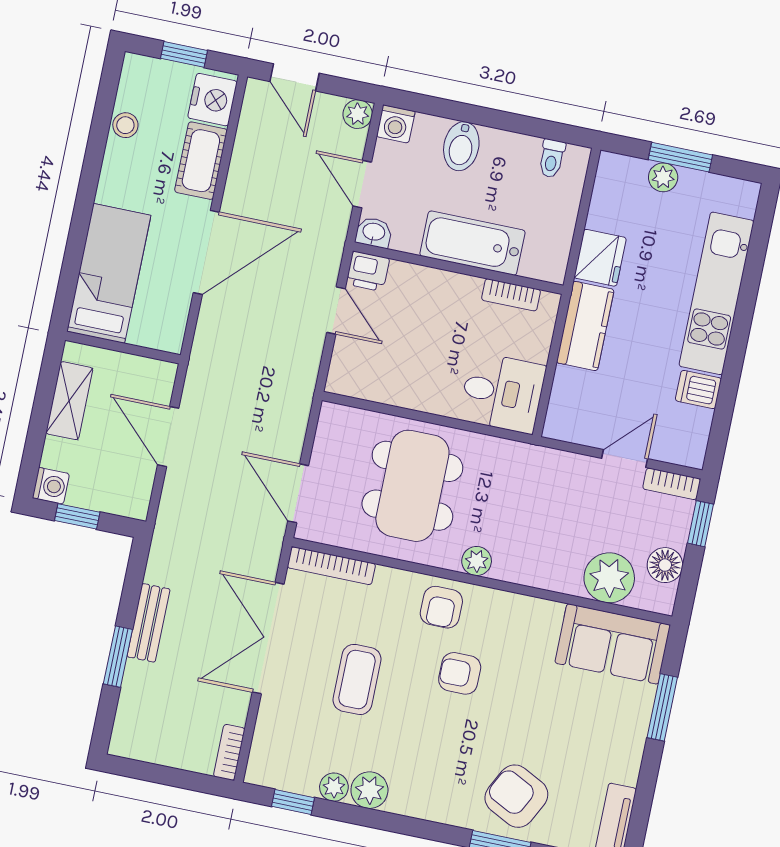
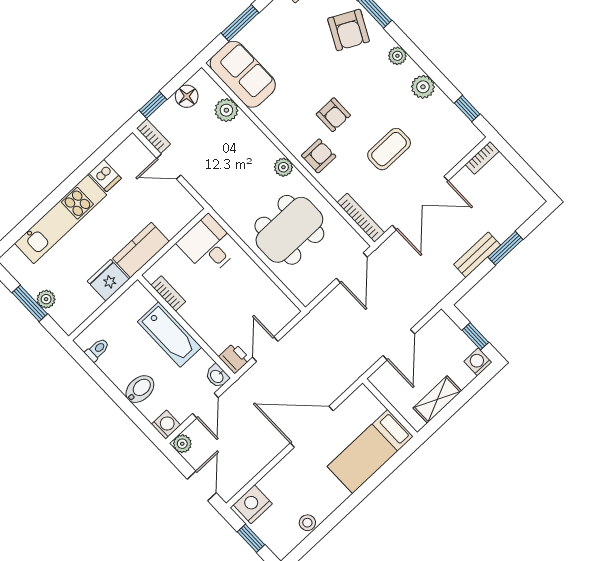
cot: (201, 161) -> (281, 477), removed
plant: (609, 578) -> (226, 110), width x0.73, depth x0.73
plant: (334, 787) -> (397, 56), moved

